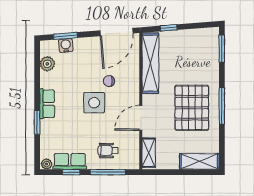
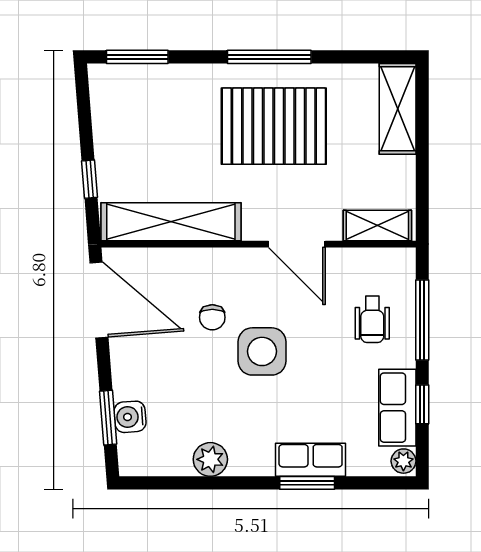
plant: (47, 64) -> (210, 459), moved
row of seats: (47, 104) -> (311, 460), moved

